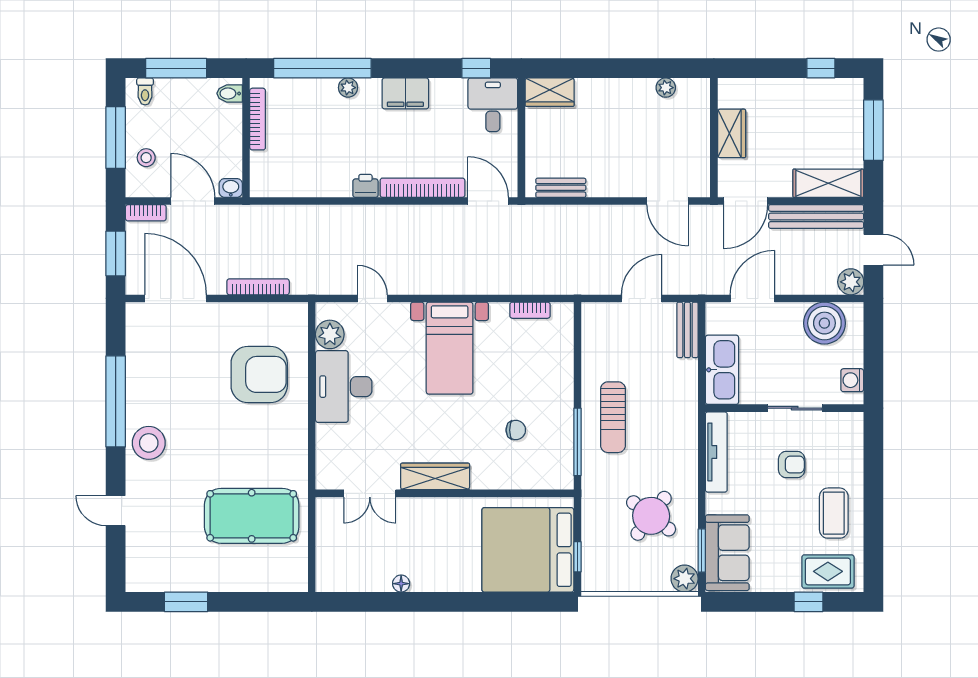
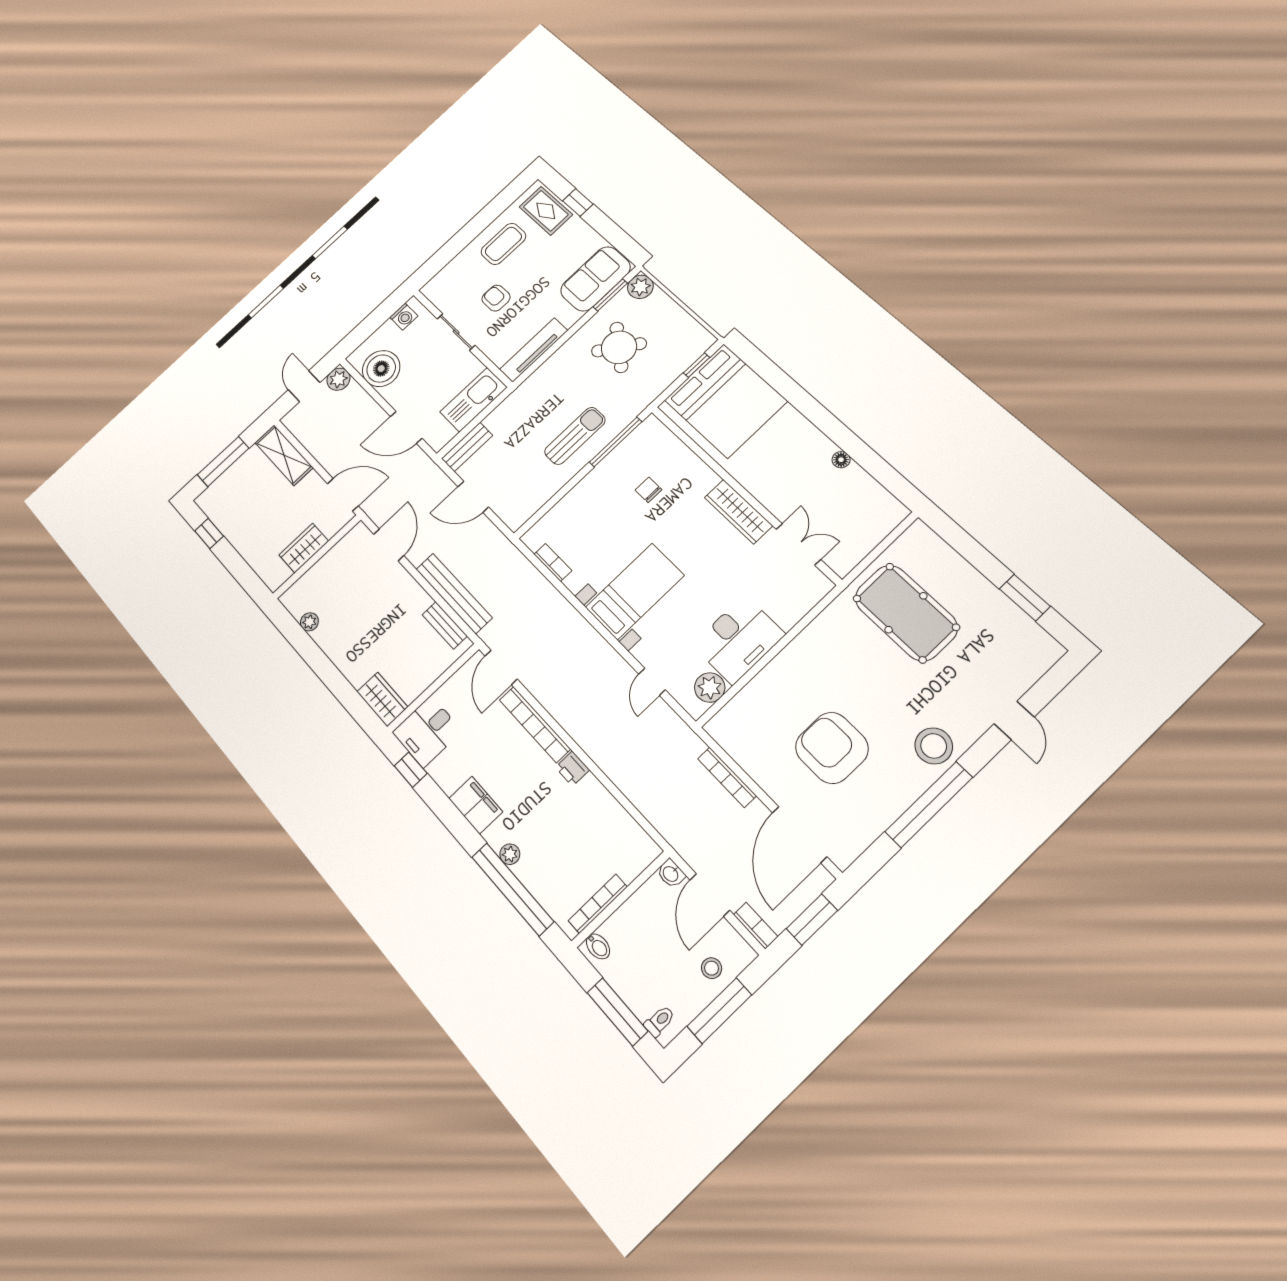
bench: (816, 216) -> (454, 593), moved
armchair: (259, 374) -> (832, 748), moved

